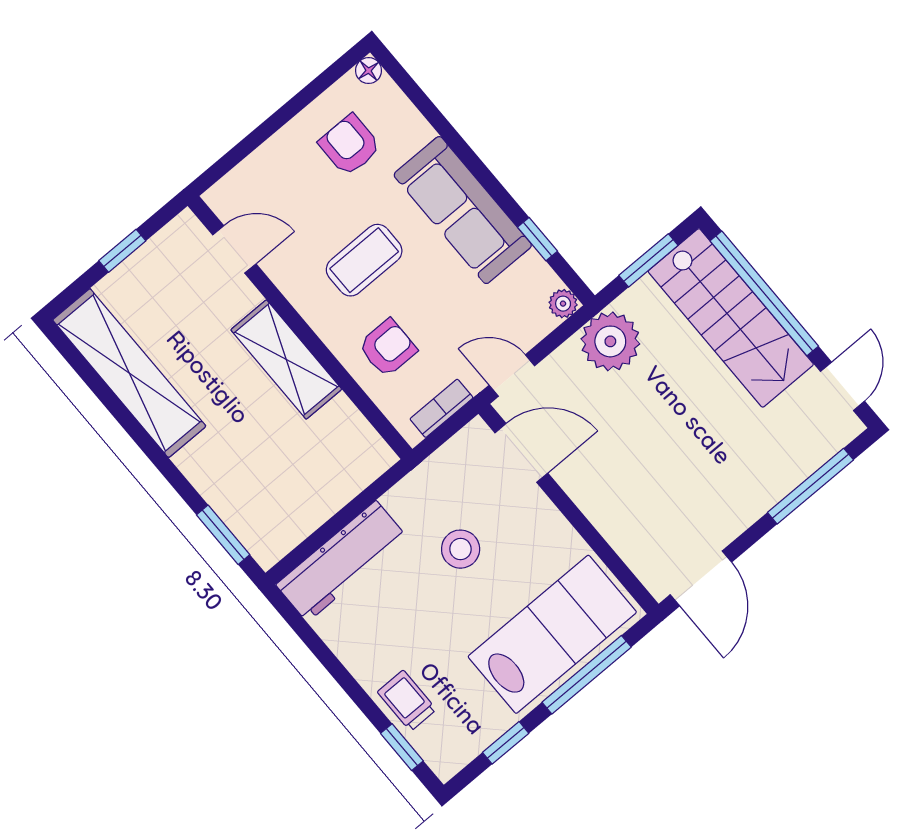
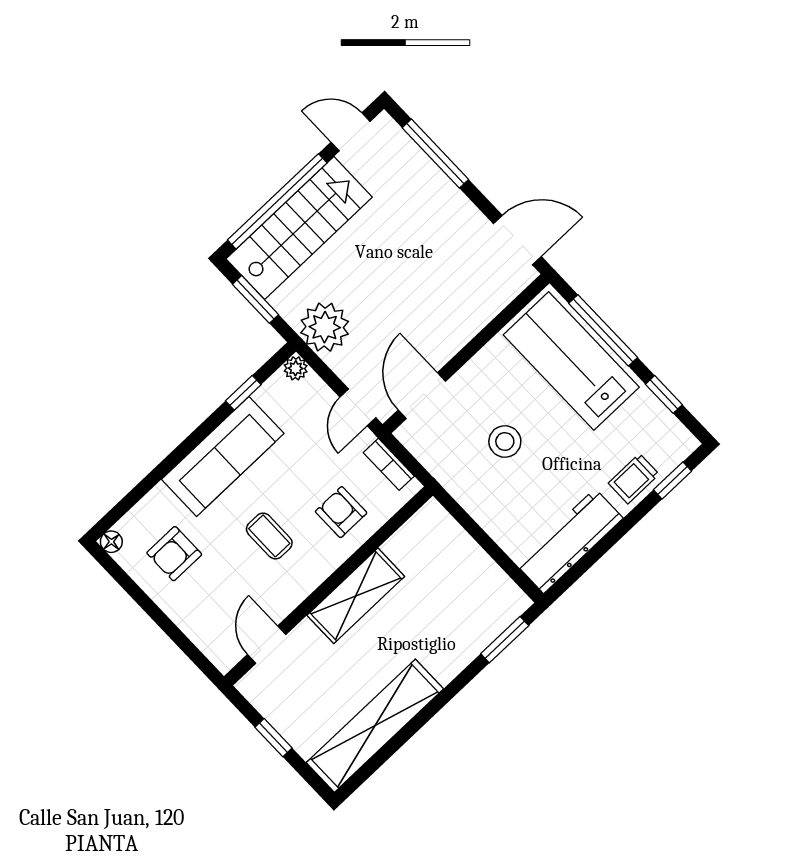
coffee table: (364, 260) -> (269, 536), width x0.73, depth x0.77
workbench: (342, 561) -> (569, 541), moved, turned -90

